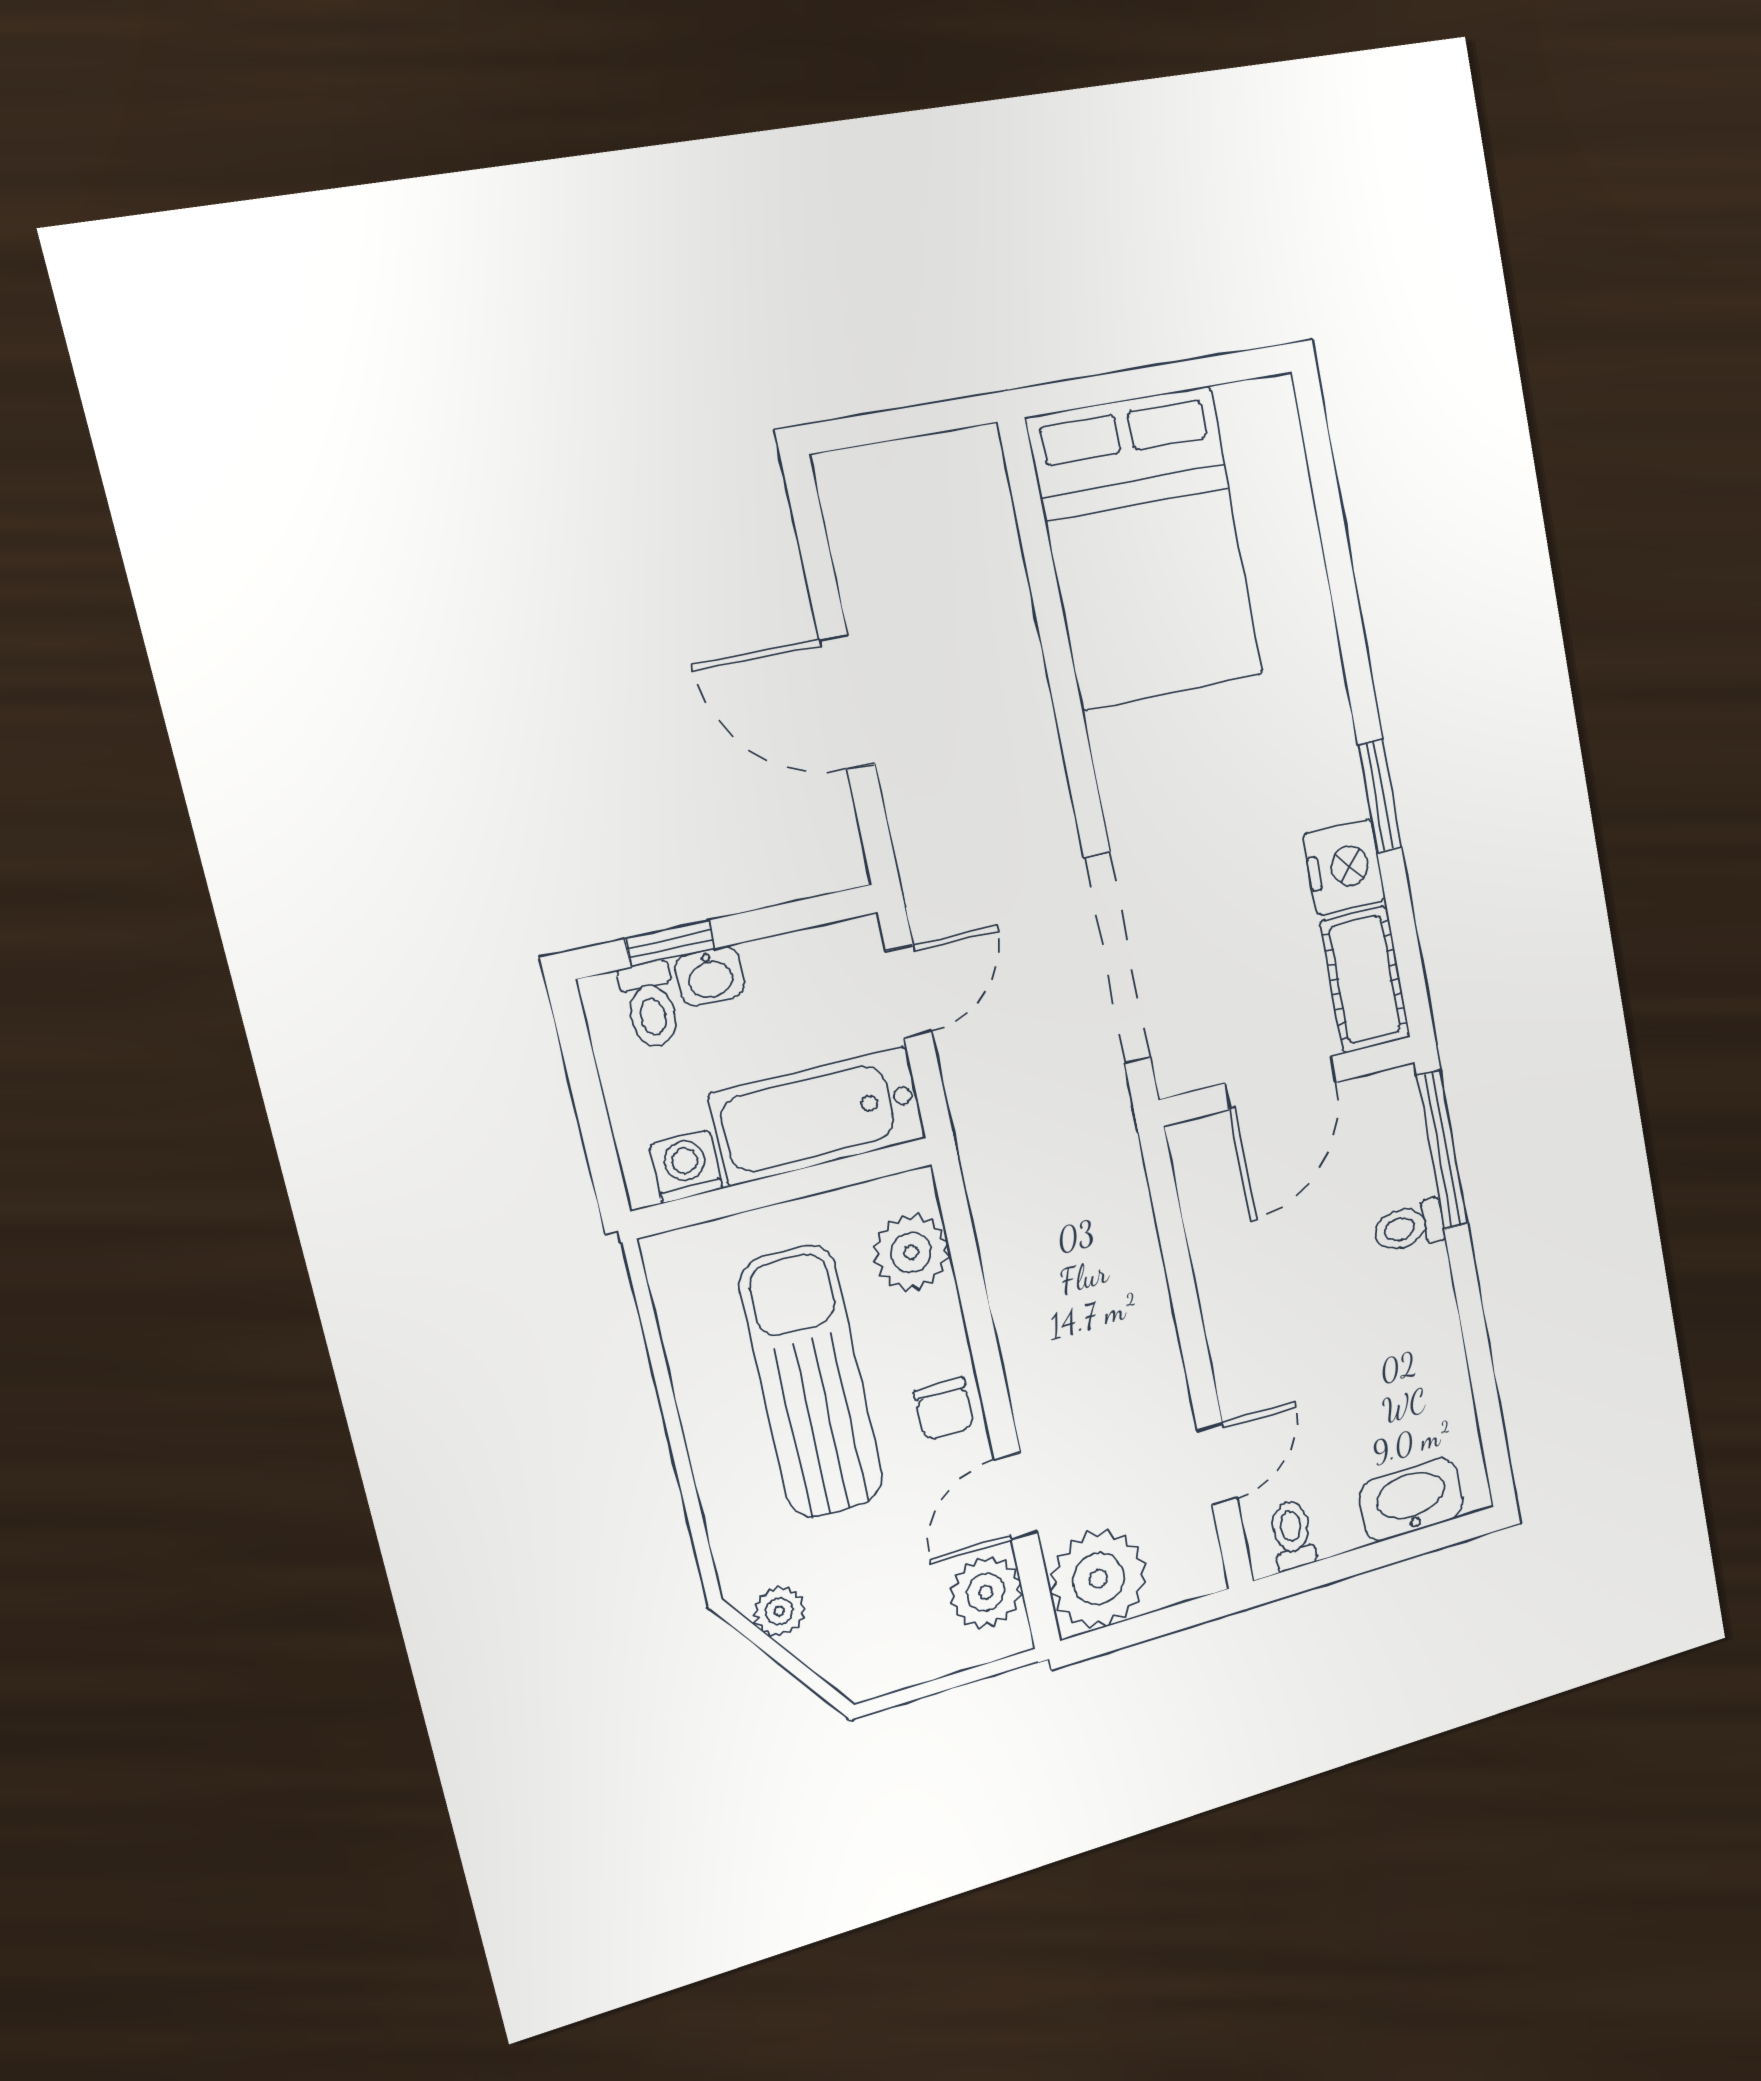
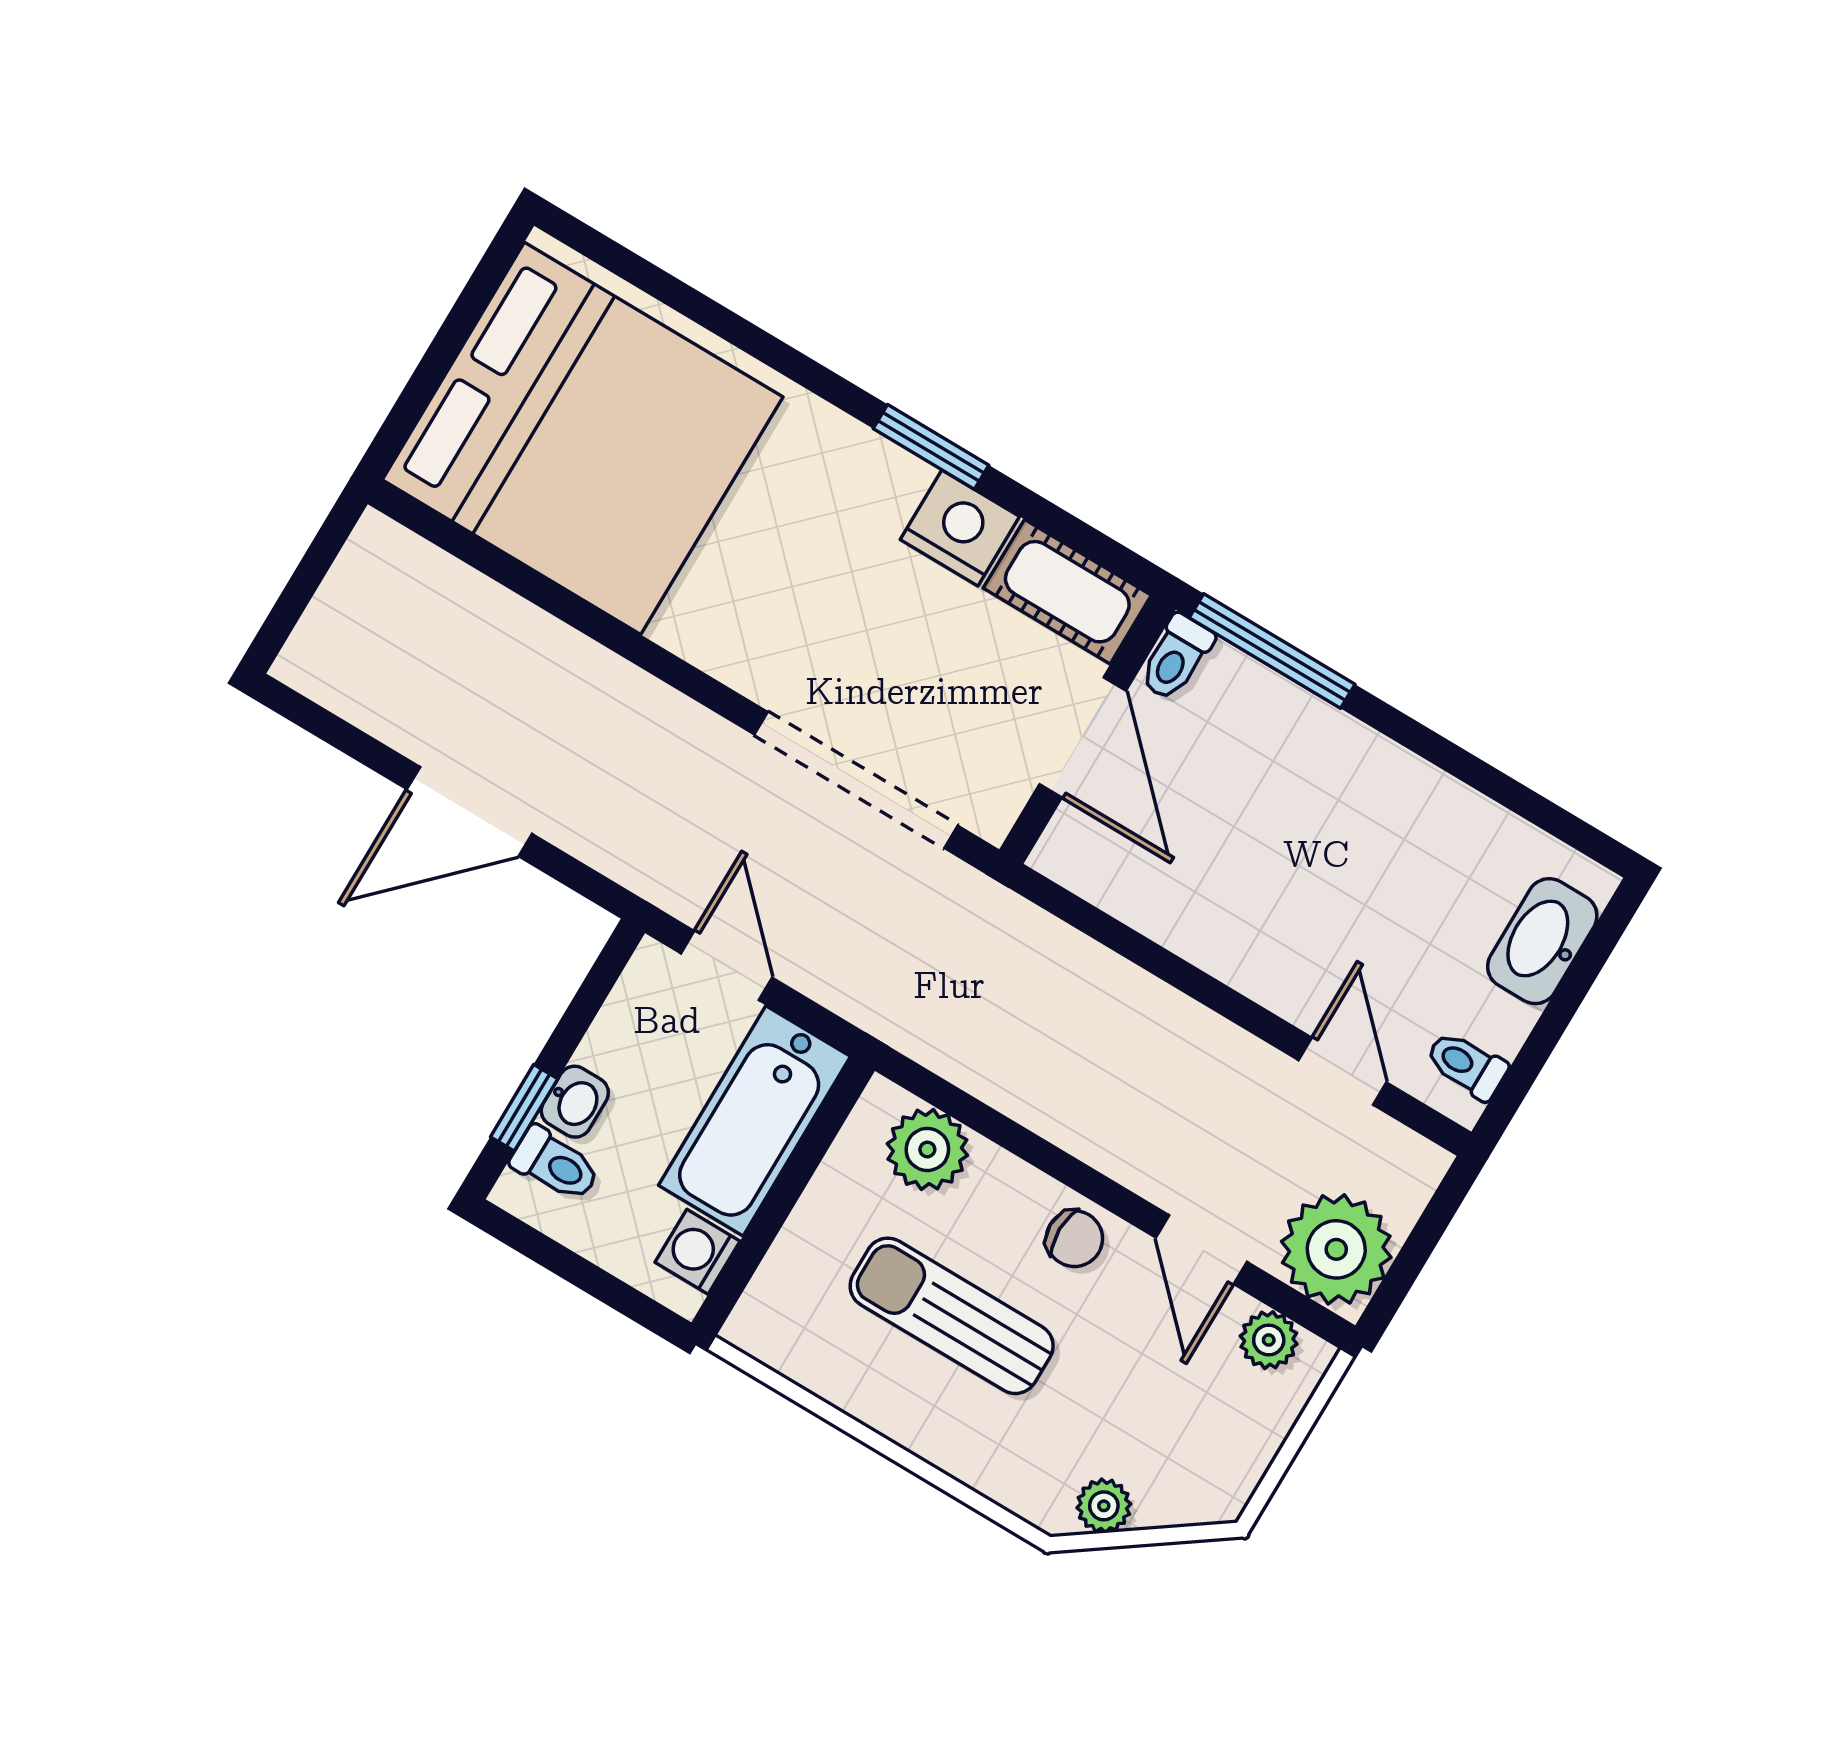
bed: (1146, 548) -> (583, 438), width x1.36
toilet: (1409, 1227) -> (1176, 657), moved
sun lounger: (811, 1382) -> (952, 1316), width x0.73, depth x0.75
plant: (986, 1592) -> (1269, 1340), width x0.73, depth x0.73

